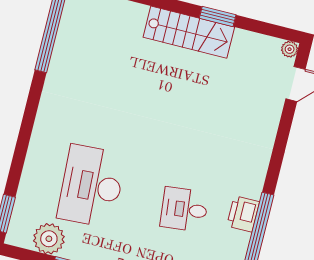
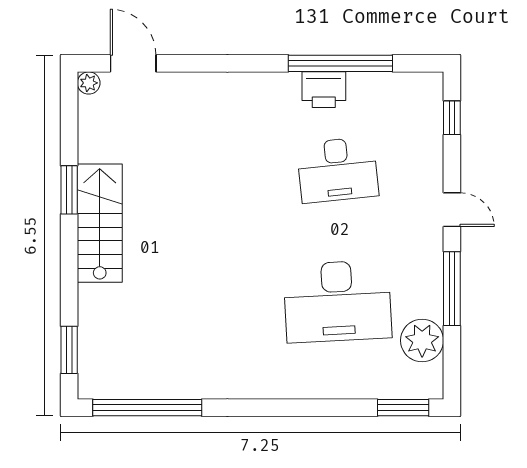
desk: (184, 209) -> (338, 170), width x1.37

